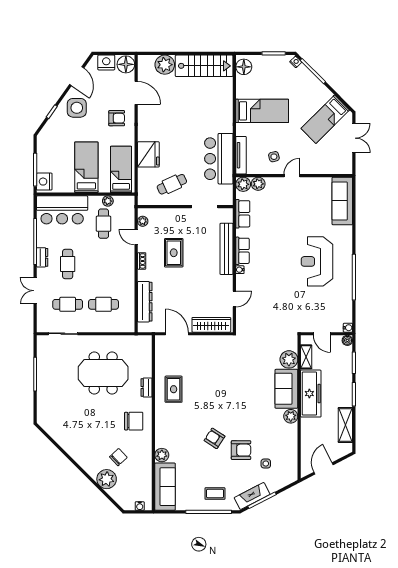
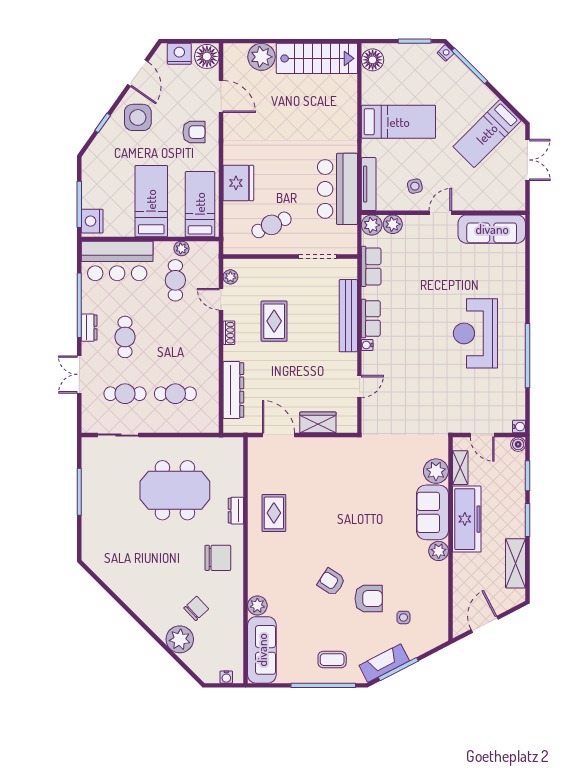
sofa: (342, 201) -> (492, 229), moved, turned -90
wardrobe: (211, 325) -> (318, 422), width x0.67

